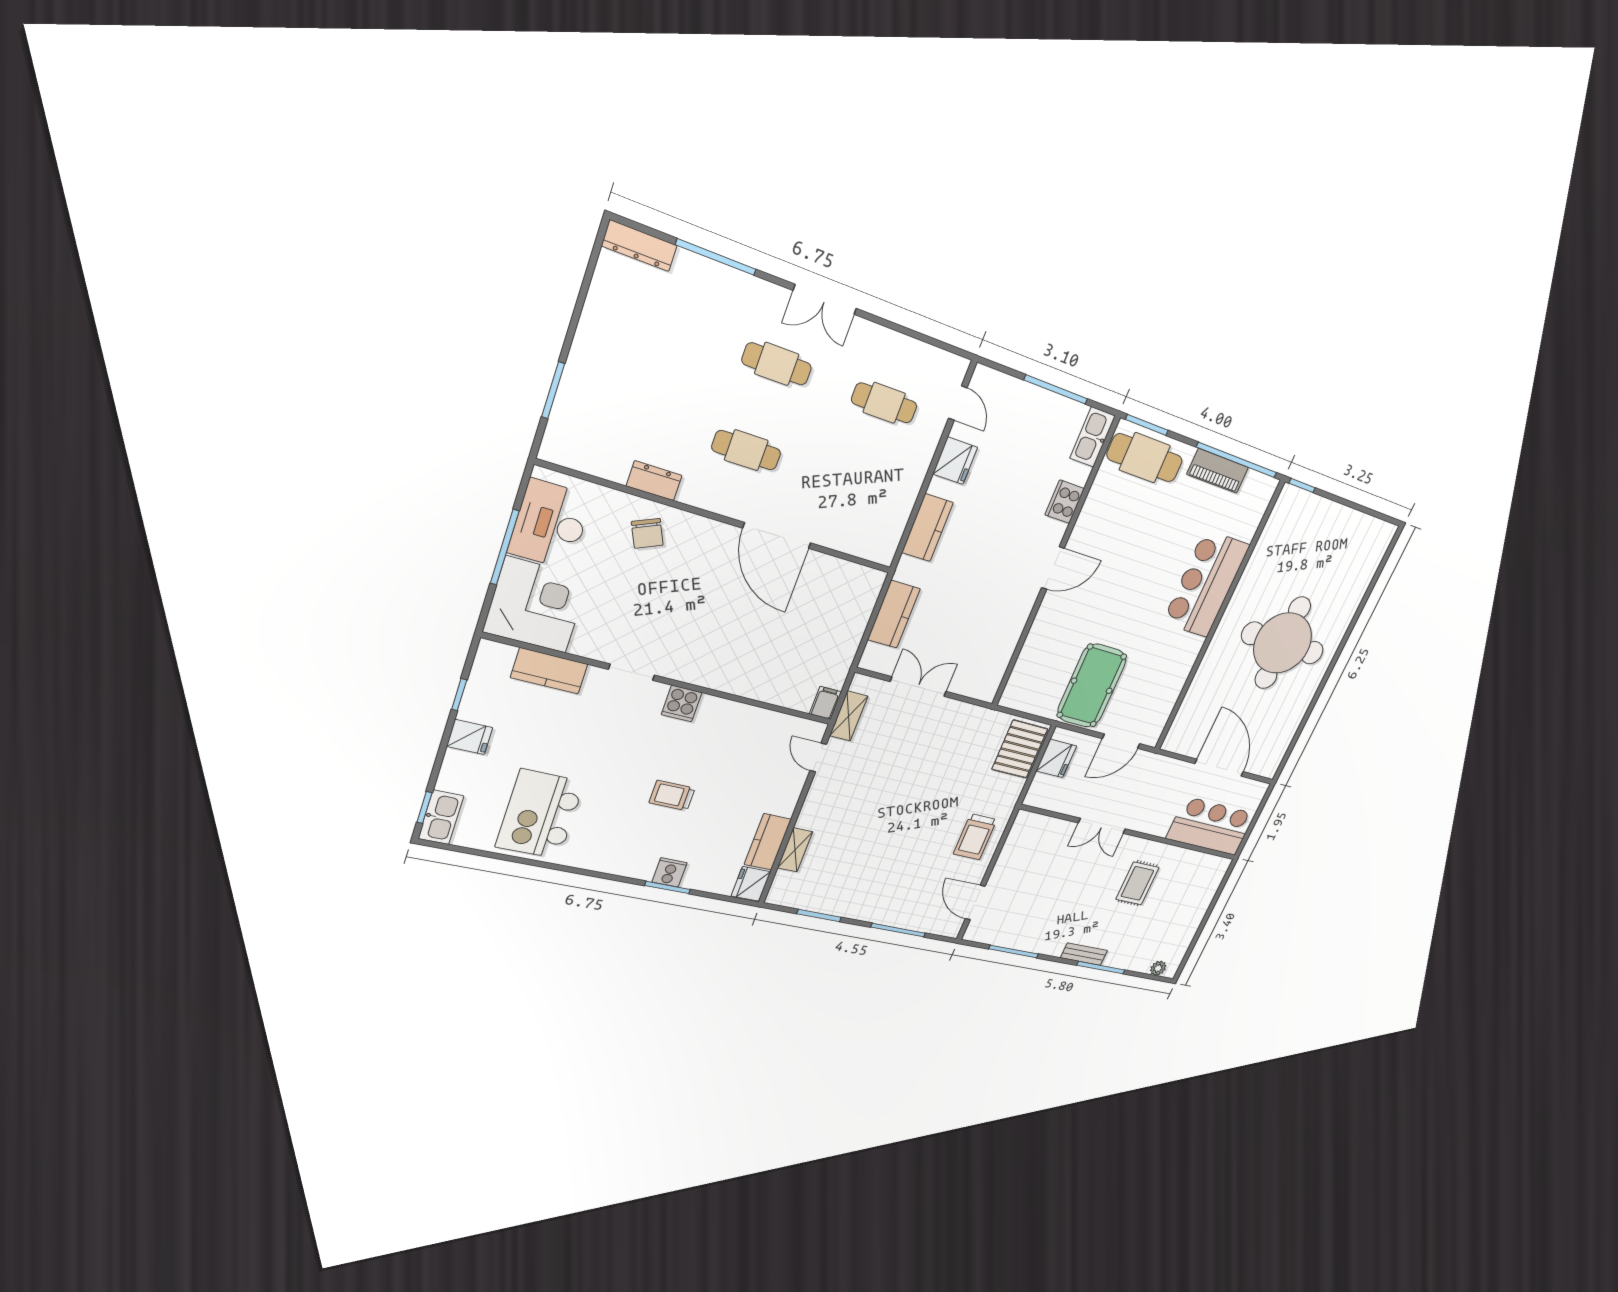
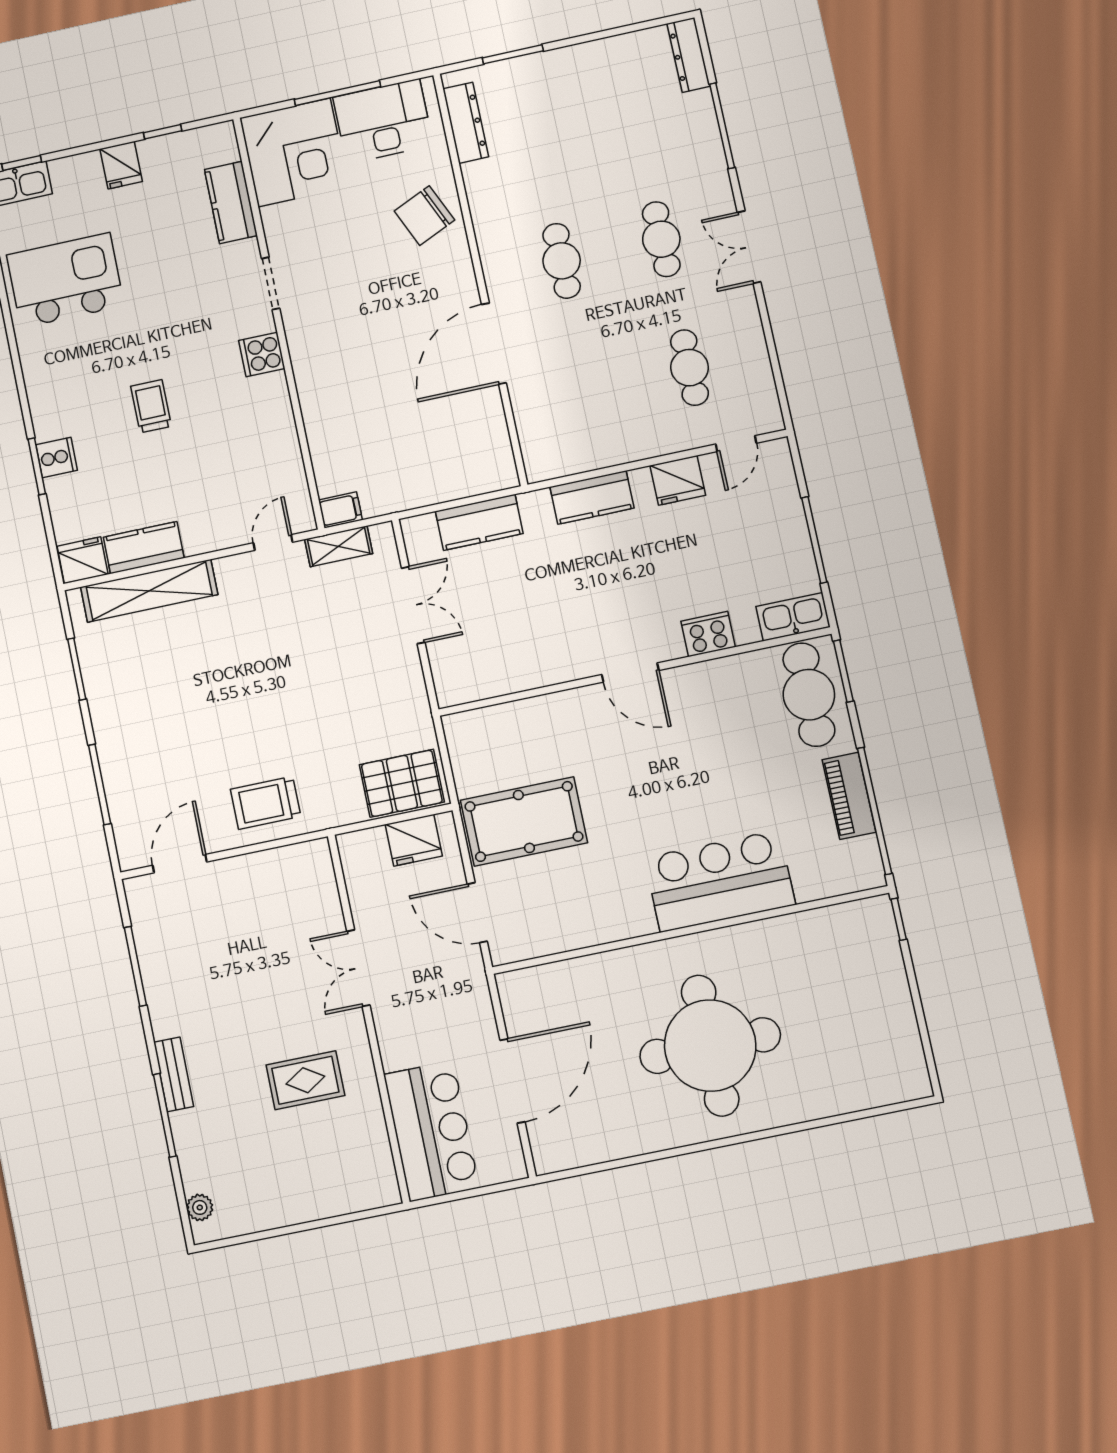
dresser: (654, 481) -> (466, 123), moved, width x1.44
chair: (647, 533) -> (424, 216), width x1.37, depth x1.37
shelving: (795, 850) -> (149, 591), width x2.20, depth x1.33

